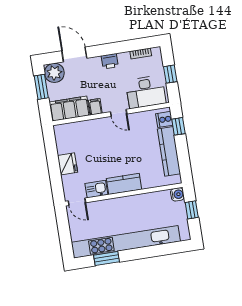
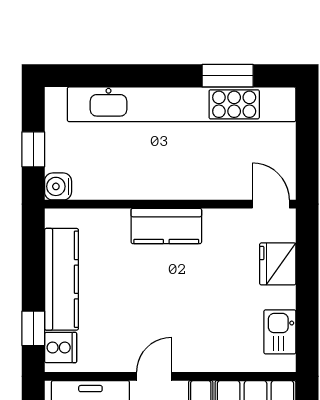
door: (119, 113) -> (154, 376), hinge flipped
fridge: (68, 164) -> (278, 264), moved
kitchen sink: (96, 189) -> (280, 332), moved, turned 90

